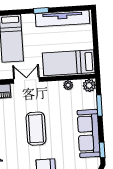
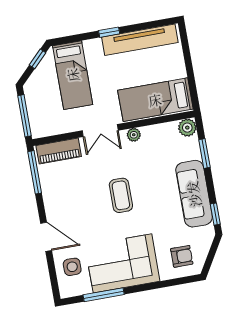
double door: (26, 80) -> (100, 131), swing flipped
plant: (68, 85) -> (134, 135), moved
coffee table: (36, 129) -> (121, 195), width x0.73, depth x0.76

